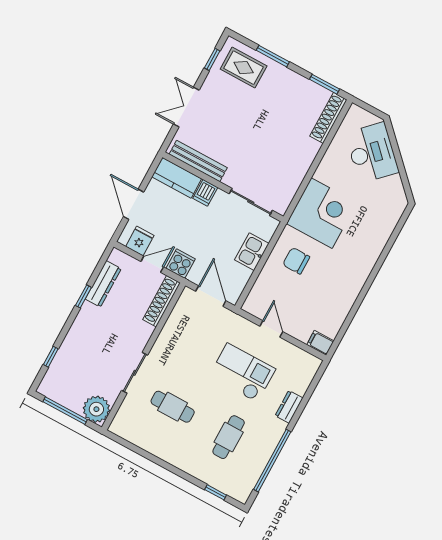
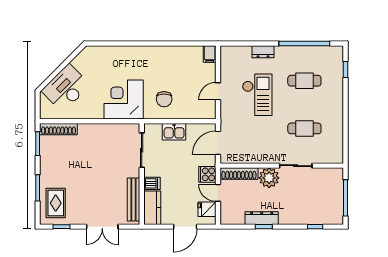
dresser: (103, 284) -> (262, 218), moved
checkout: (242, 373) -> (257, 95), turned 180
cafe table: (173, 407) -> (304, 128), turned 90
plant: (96, 409) -> (269, 178), moved

